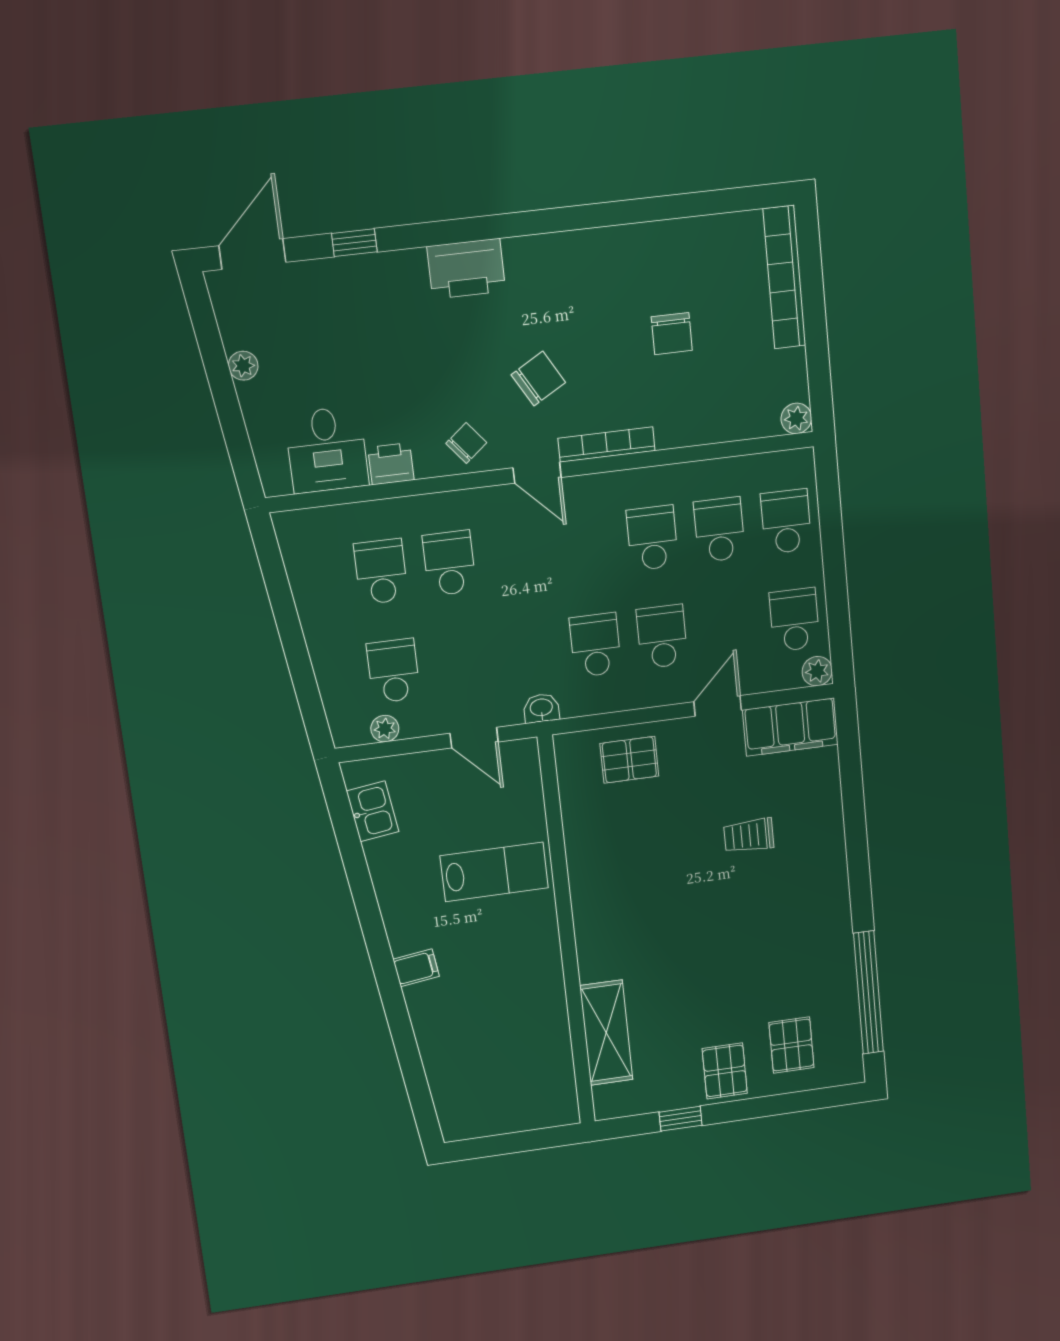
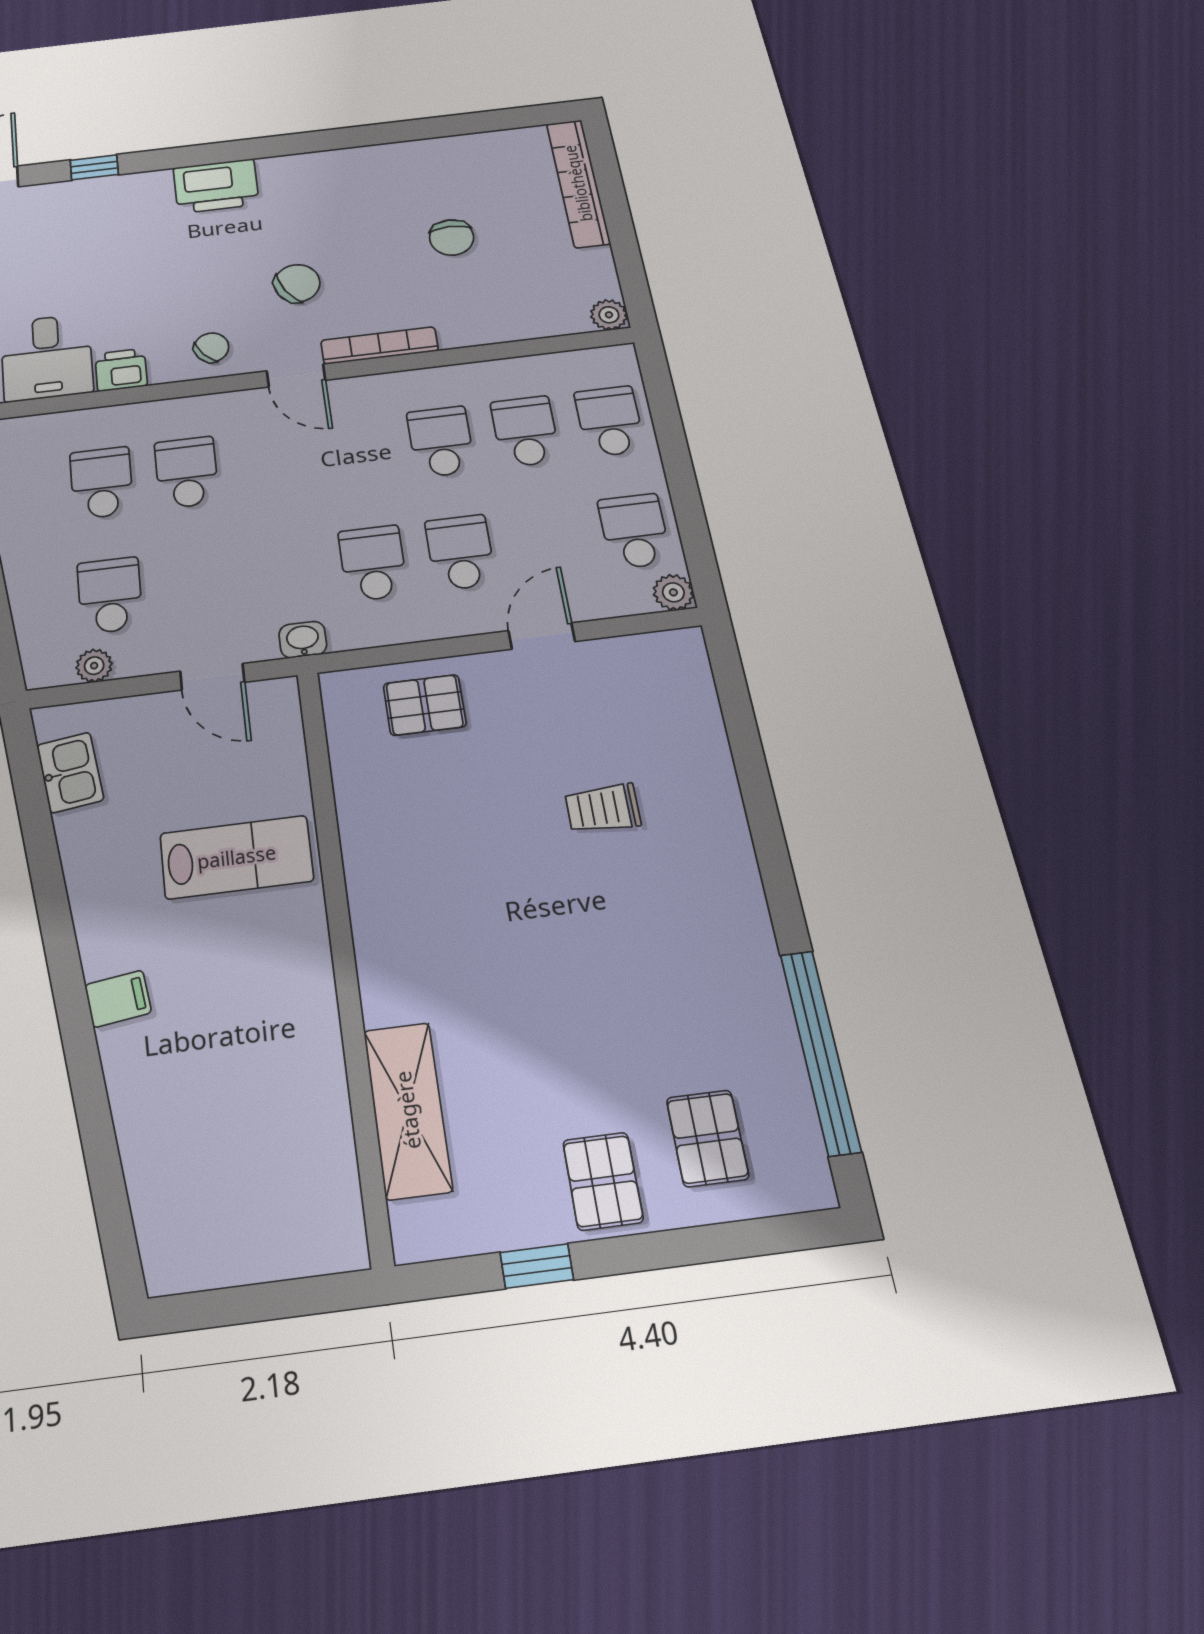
filing cabinet: (790, 727) -> (646, 663), removed

